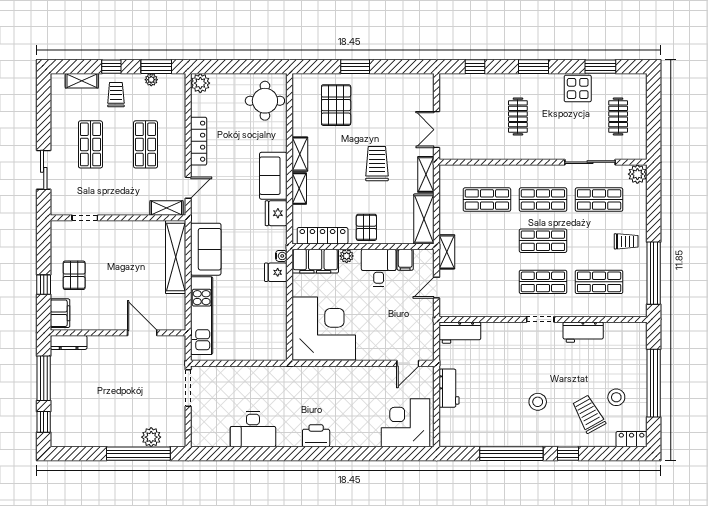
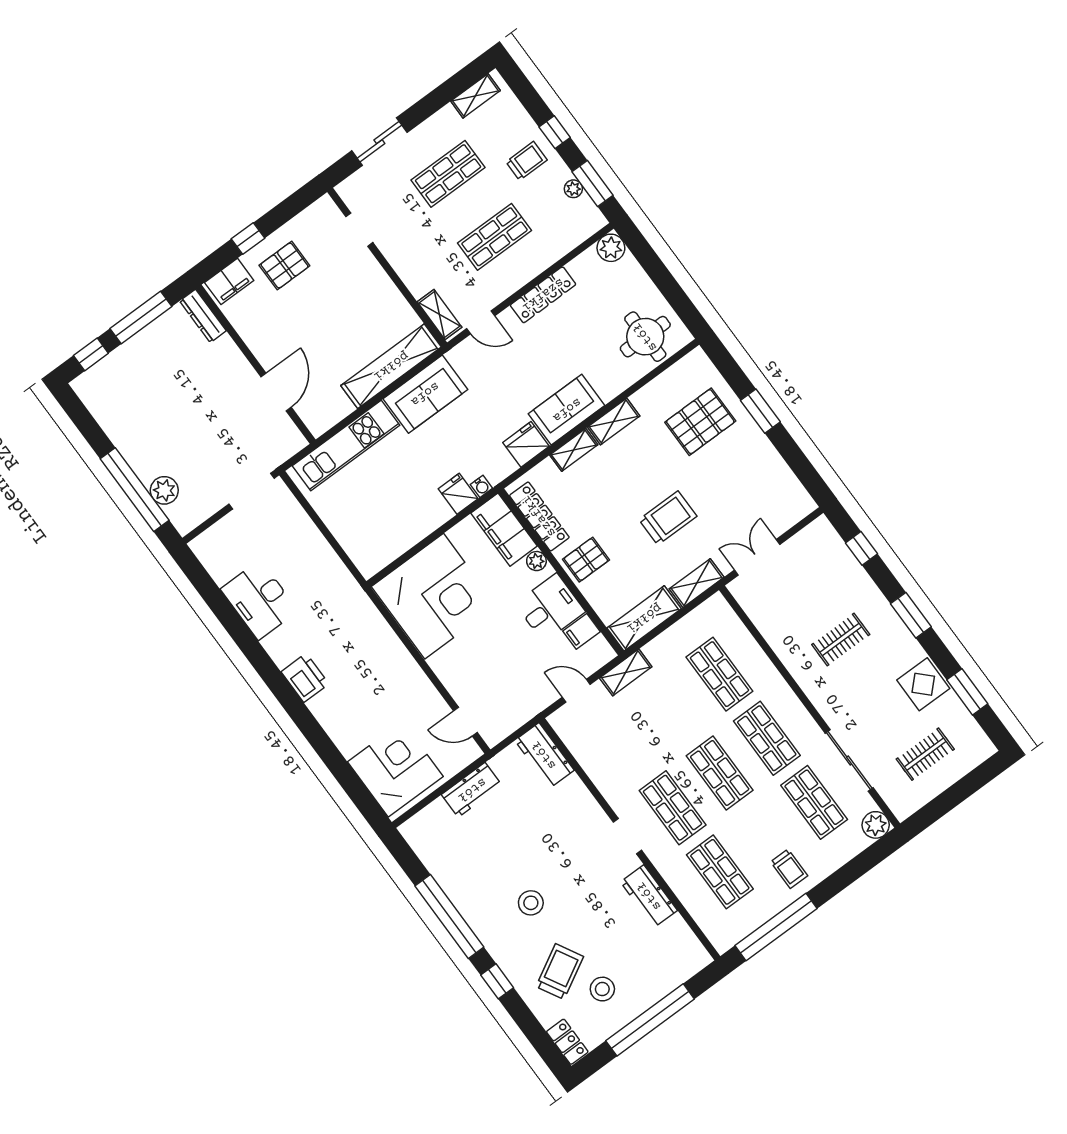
shelving: (82, 81) -> (475, 96), moved, turned 90

